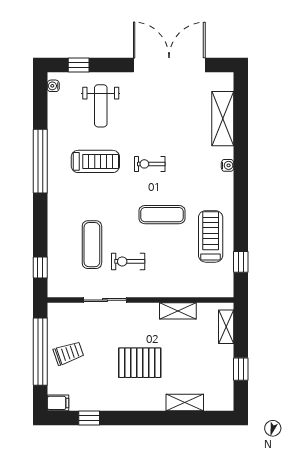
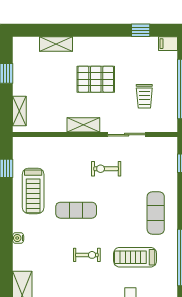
water cooler: (228, 165) -> (18, 238), moved
exercise mat: (92, 245) -> (156, 213), moved
exercise bike: (128, 261) -> (106, 169), turned 180
shelving: (178, 311) -> (83, 125), moved
trolley: (68, 353) -> (144, 96), moved, turned -71

